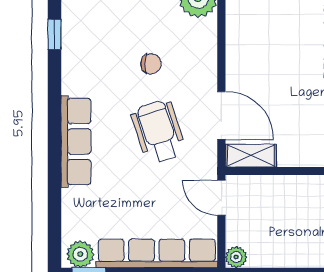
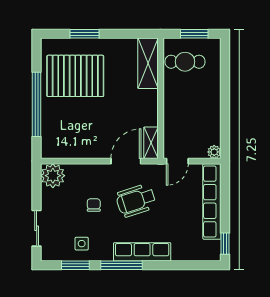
window: (54, 34) -> (75, 265), width x1.50
side table: (89, 44) -> (82, 244), added
window: (54, 108) -> (122, 265), added
plant: (80, 254) -> (212, 249), removed

